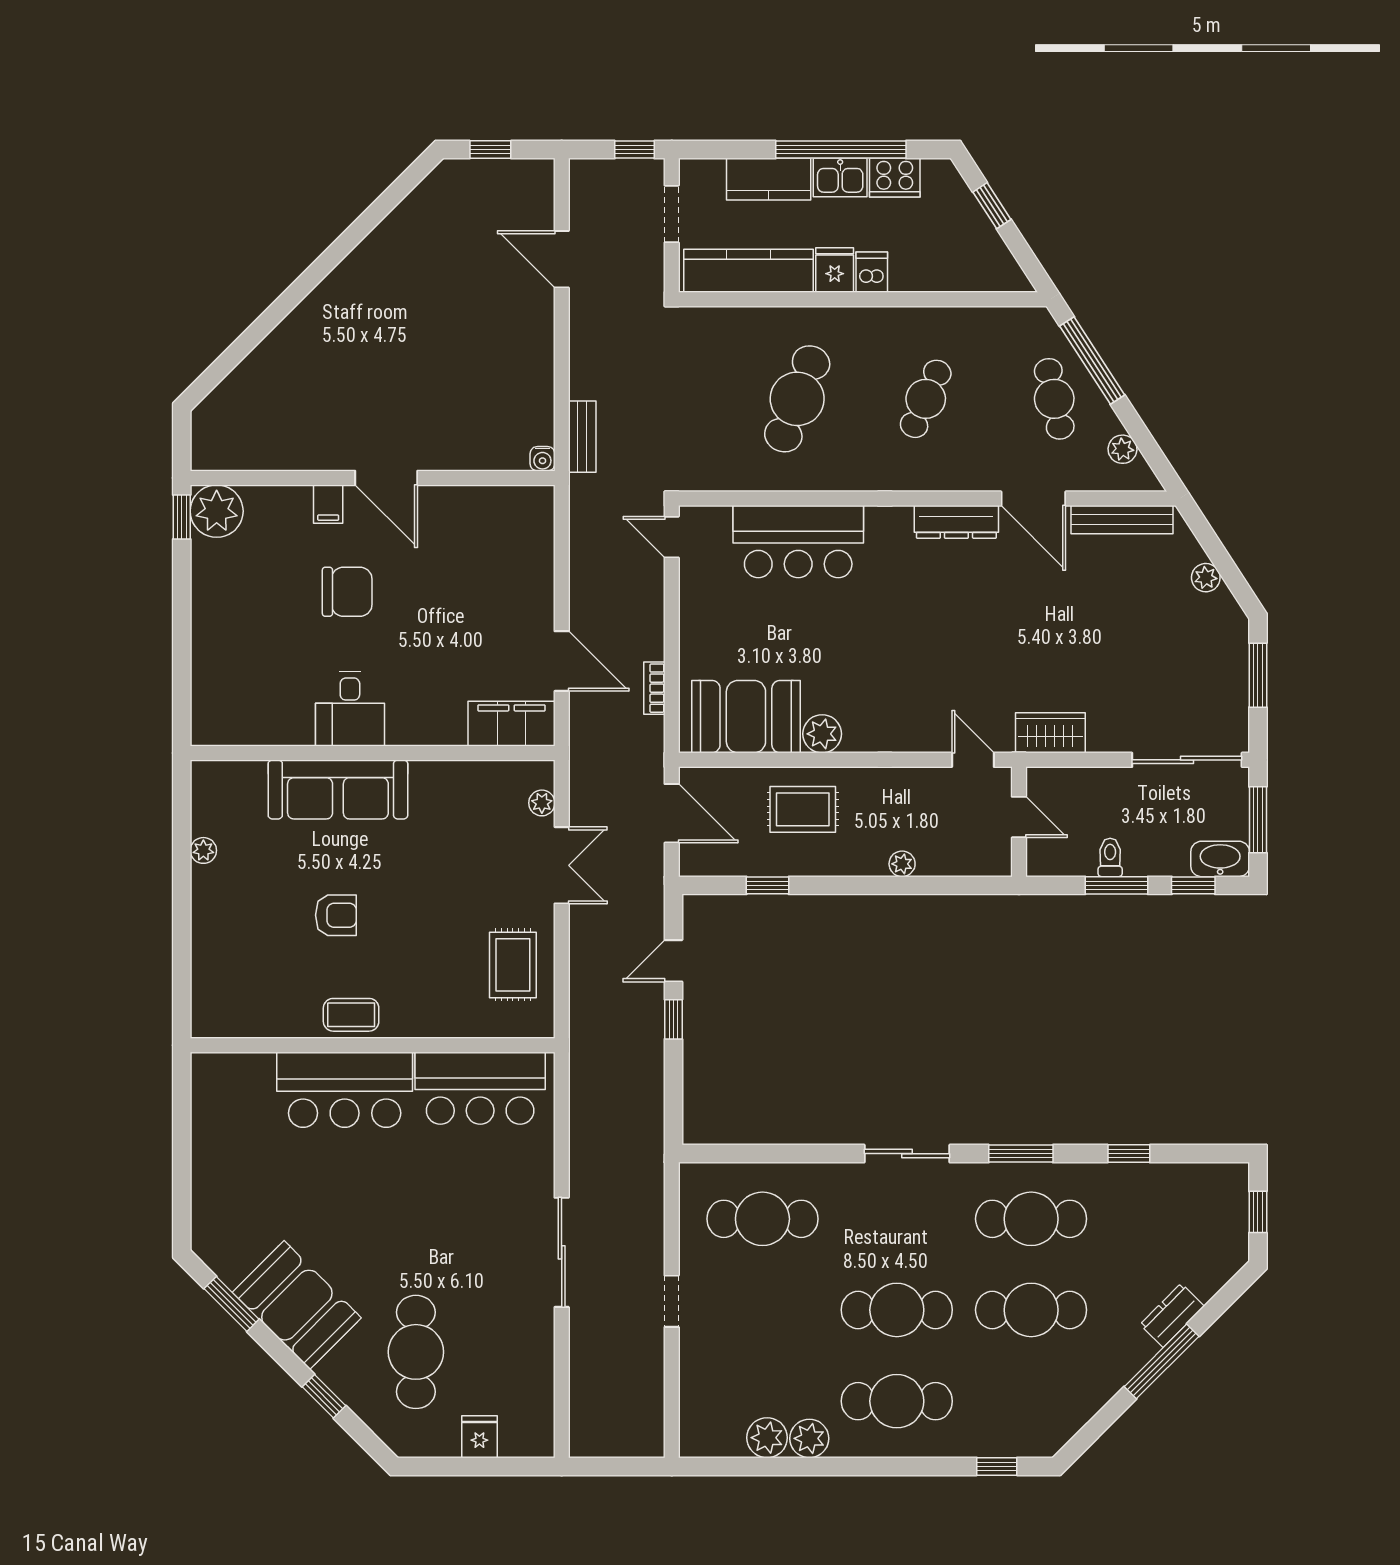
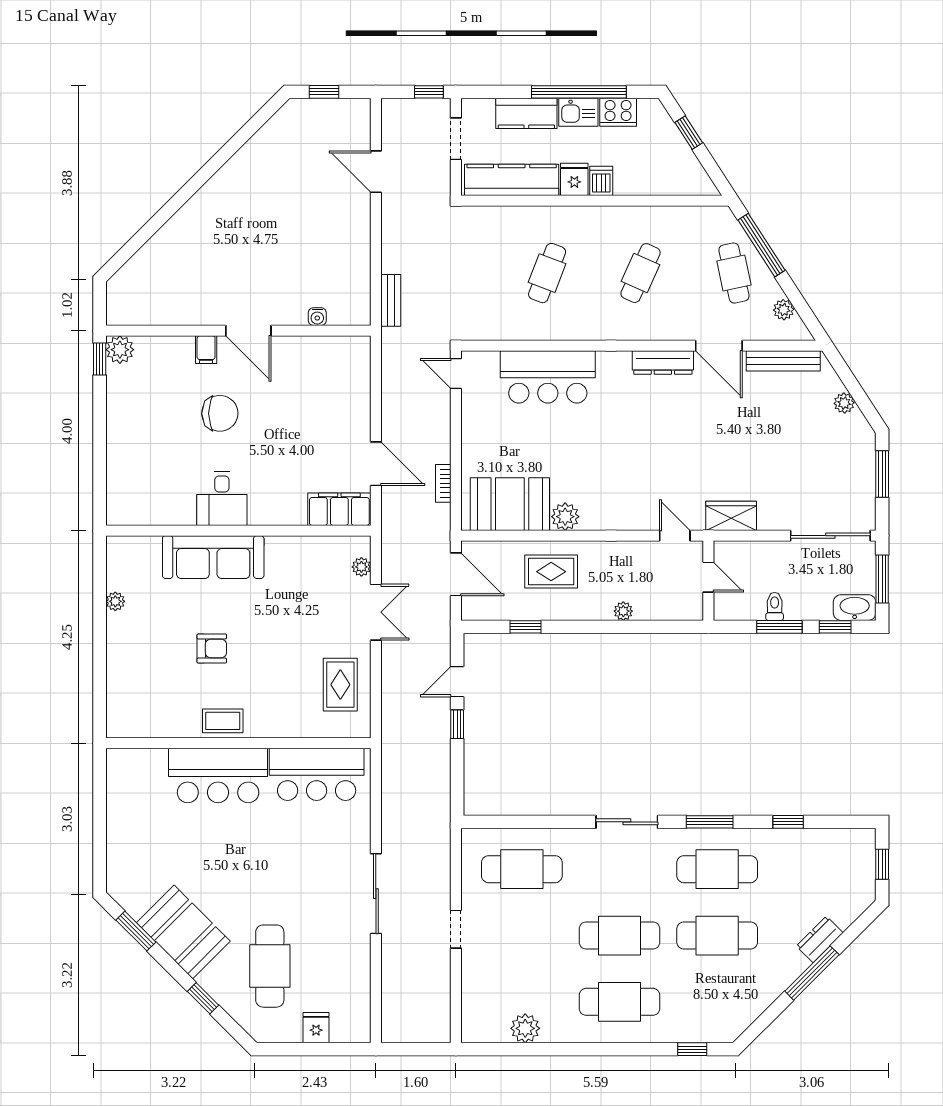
cafe table: (797, 399) -> (547, 273), width x0.73, depth x0.74
water cooler: (542, 459) -> (317, 317), moved
plant: (217, 511) -> (120, 350), width x0.73, depth x0.73
plant: (809, 1438) -> (556, 1029), removed

